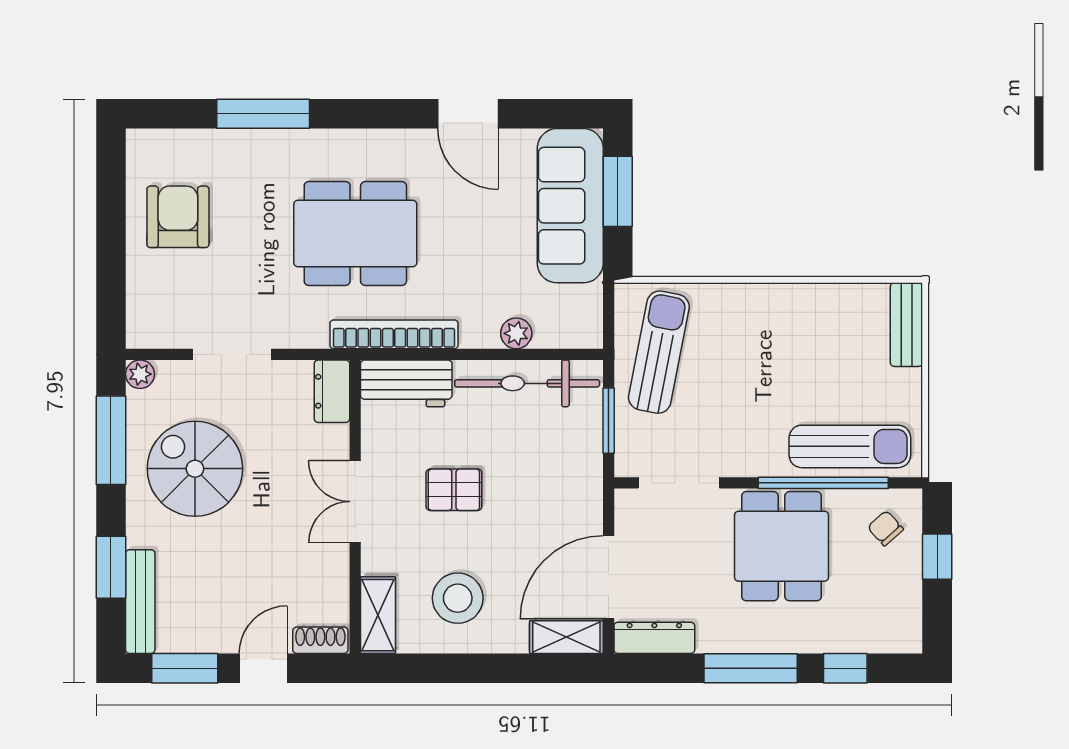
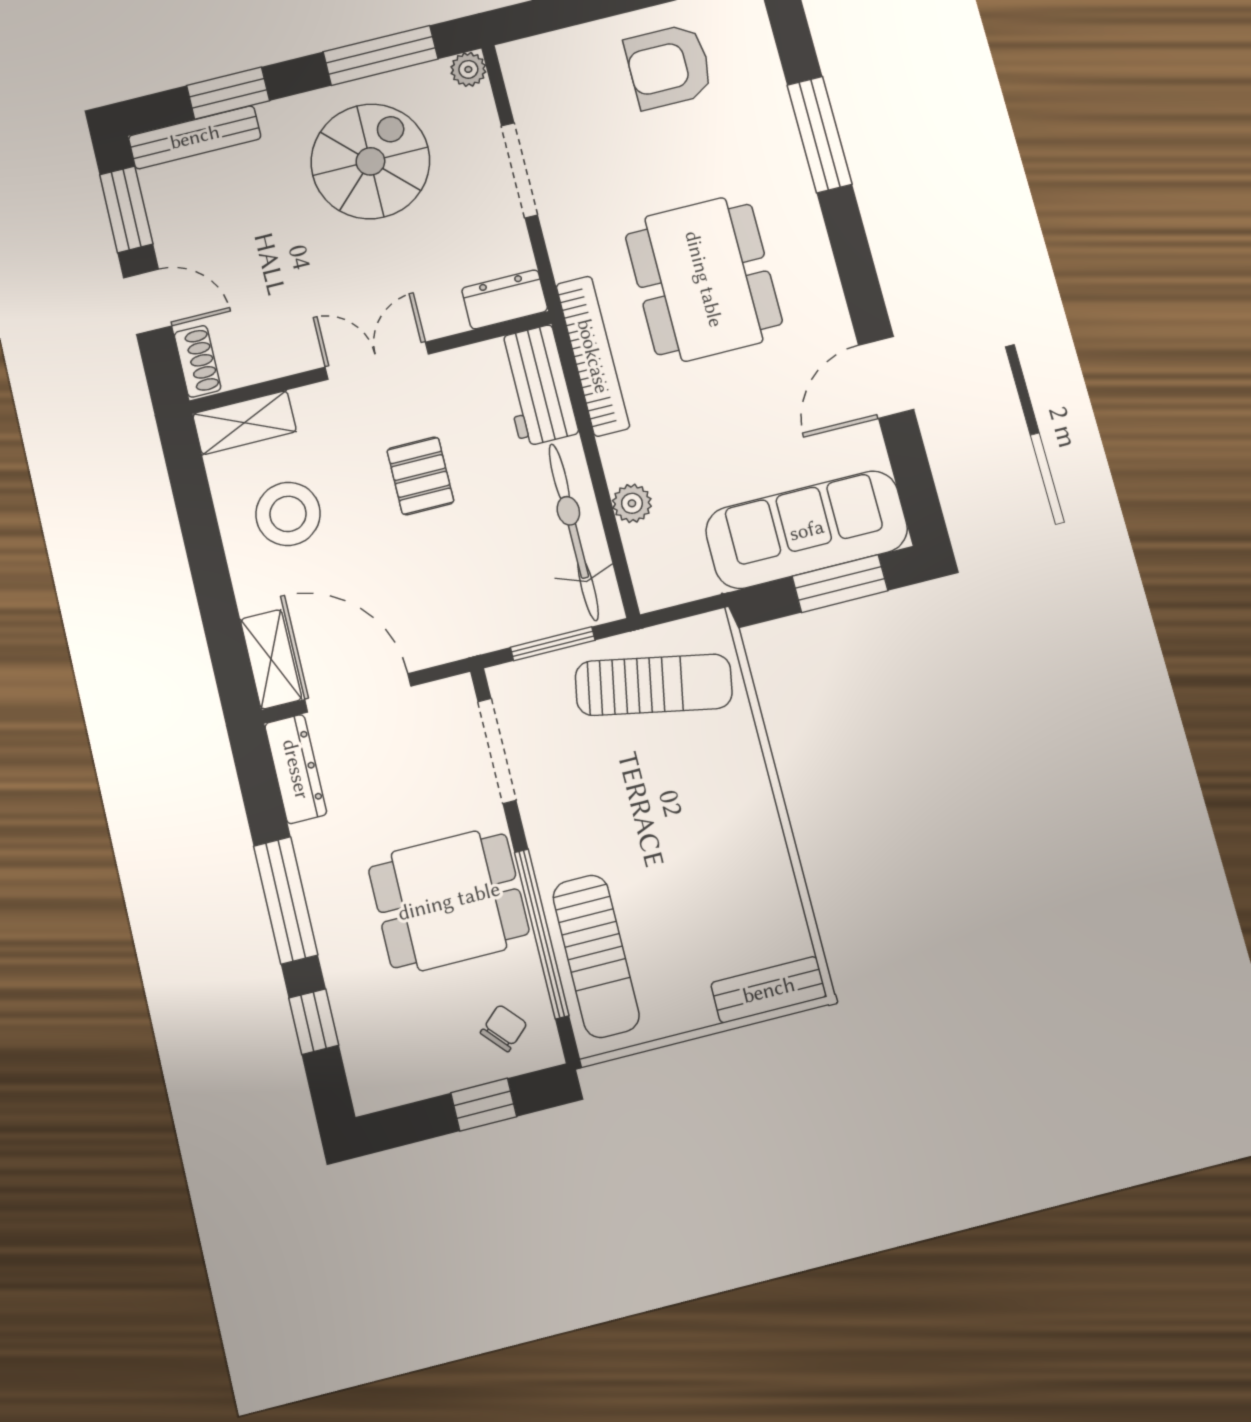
armchair: (178, 217) -> (669, 66), turned 180

